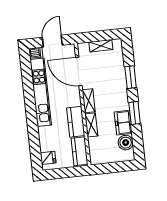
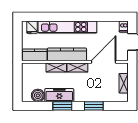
kitchen unit: (41, 92) -> (67, 27), moved
kitchen counter: (76, 122) -> (67, 54), width x1.50
freezer: (123, 123) -> (59, 95), width x1.40

